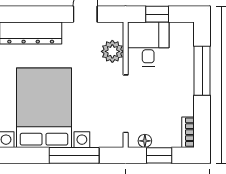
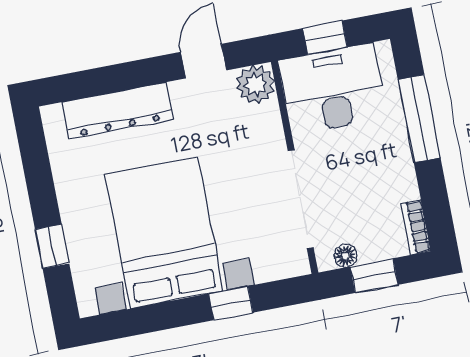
desk: (148, 44) -> (333, 89), width x1.37
plant: (112, 51) -> (255, 85), moved
window: (74, 155) -> (231, 303), width x0.46

